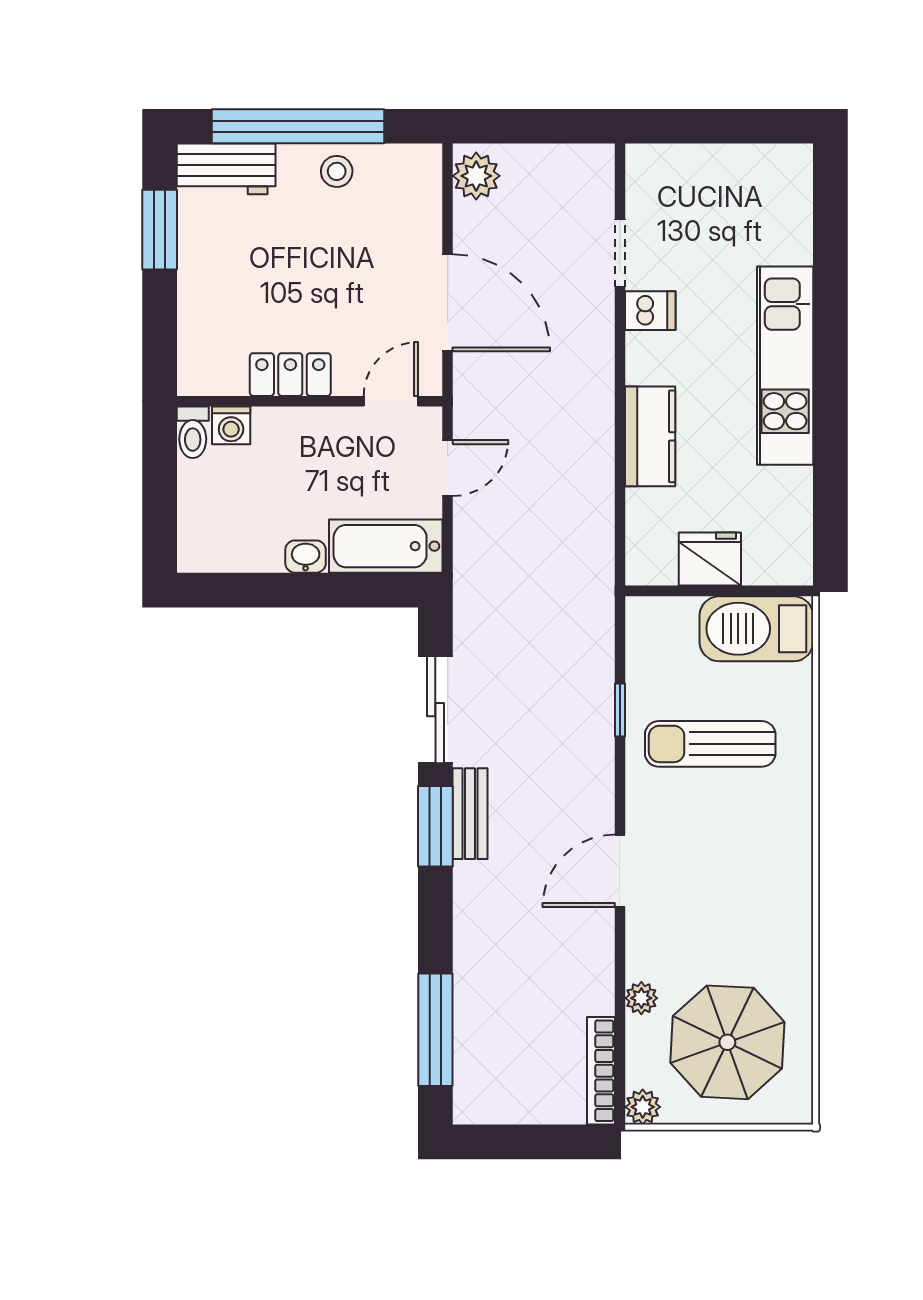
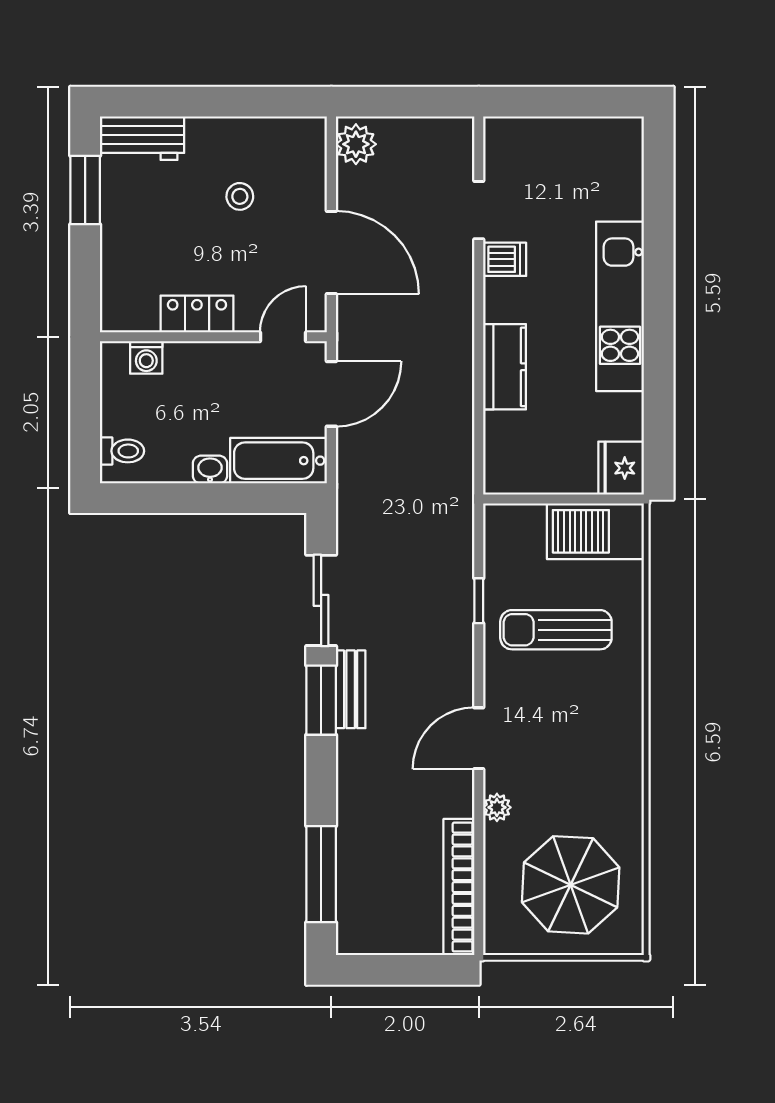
window: (298, 126) -> (204, 102), removed
stool: (337, 171) -> (240, 196), moved
toilet: (193, 432) -> (122, 451), moved, turned -90
door: (448, 468) -> (331, 394), width x1.38
fridge: (710, 559) -> (621, 468), moved, turned -90
plant: (641, 998) -> (497, 807), moved
bookcase: (601, 1071) -> (459, 887), width x1.48, depth x1.31
plant: (643, 1107) -> (498, 940), removed

